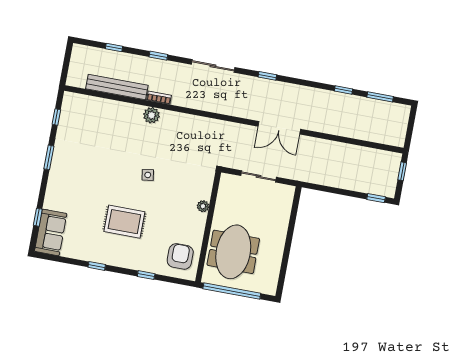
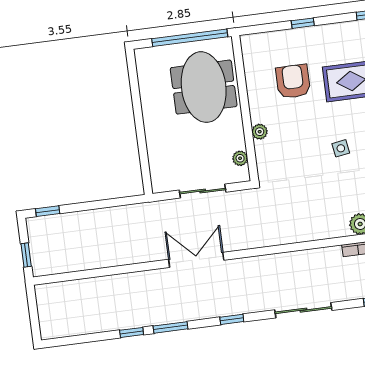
window: (380, 97) -> (170, 327), moved
plant: (223, 191) -> (240, 158), added
armchair: (180, 256) -> (293, 81), moved, turned 180

